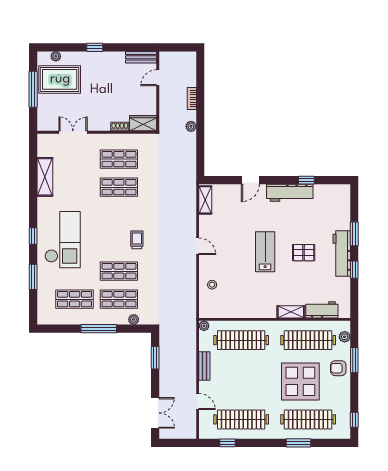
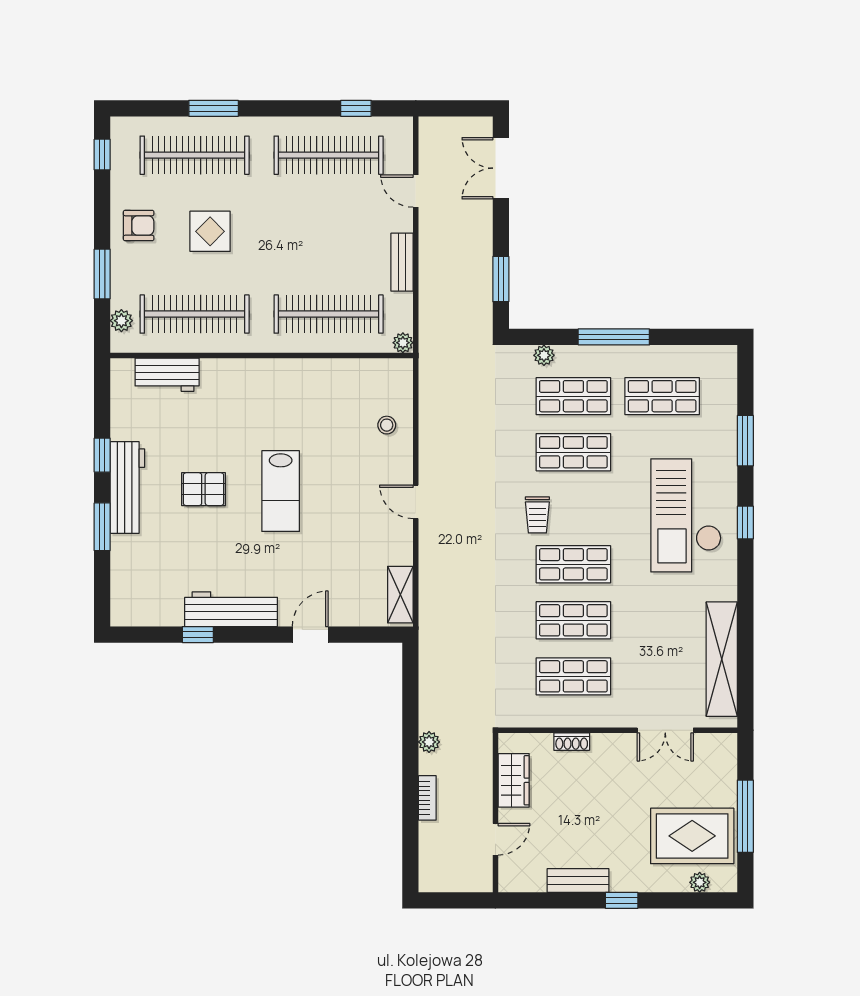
bench: (141, 57) -> (578, 881), moved
wardrobe: (143, 123) -> (514, 780), moved, turned -90
shelving: (45, 177) -> (722, 659), width x1.47
shop shelf: (119, 215) -> (573, 564), added
shelving: (291, 312) -> (229, 371), removed
armchair: (338, 368) -> (139, 225), moved
display table: (300, 381) -> (210, 231), width x0.54, depth x0.54

